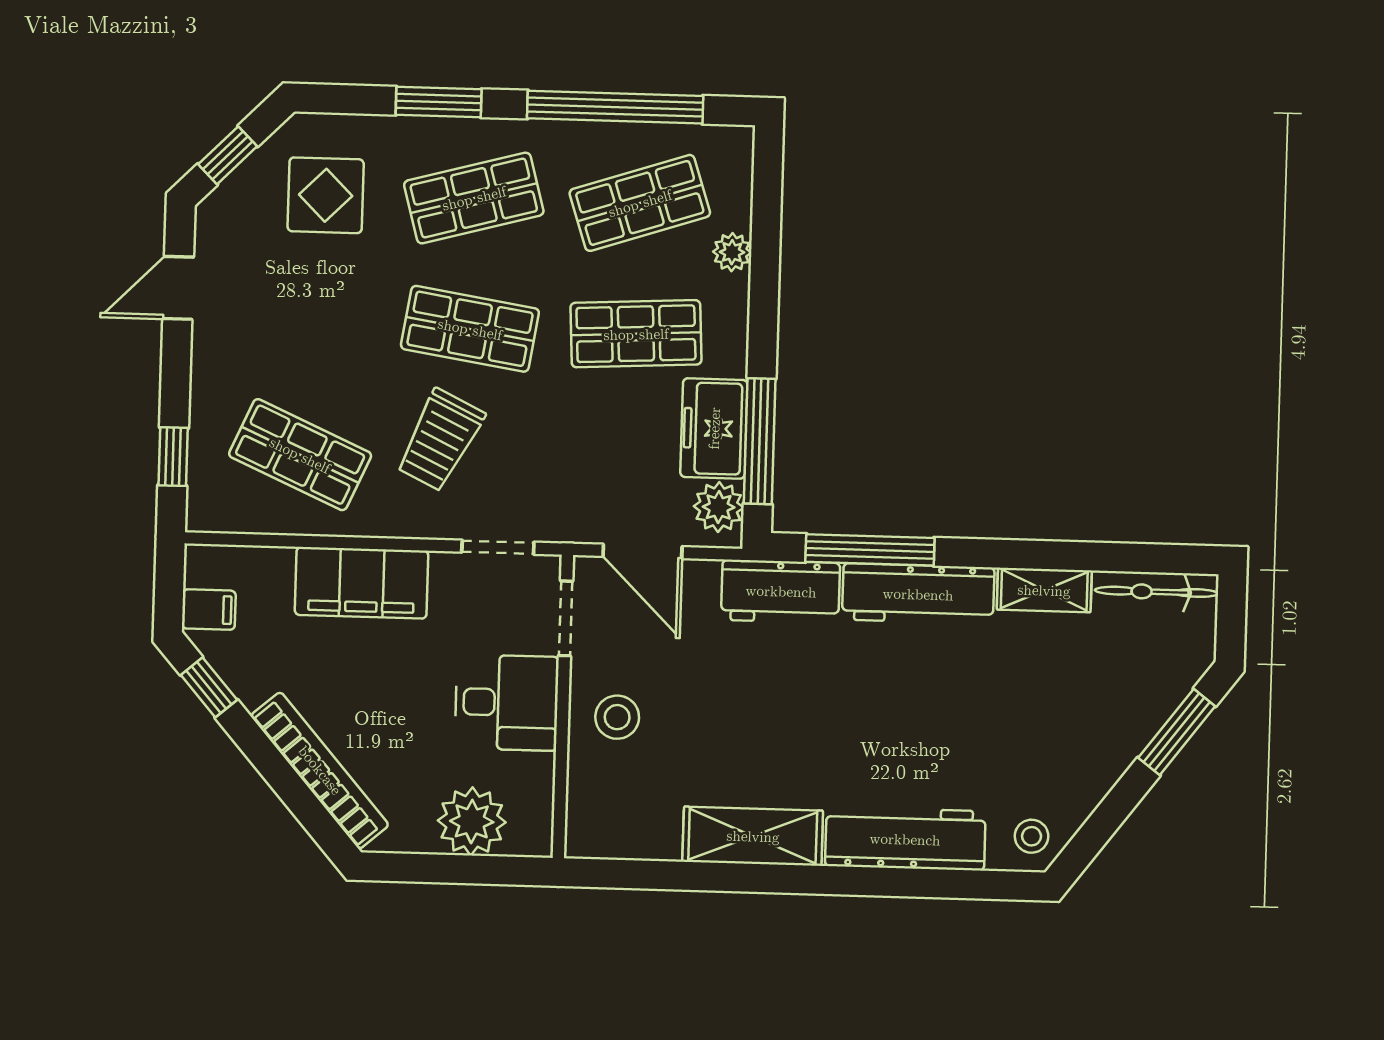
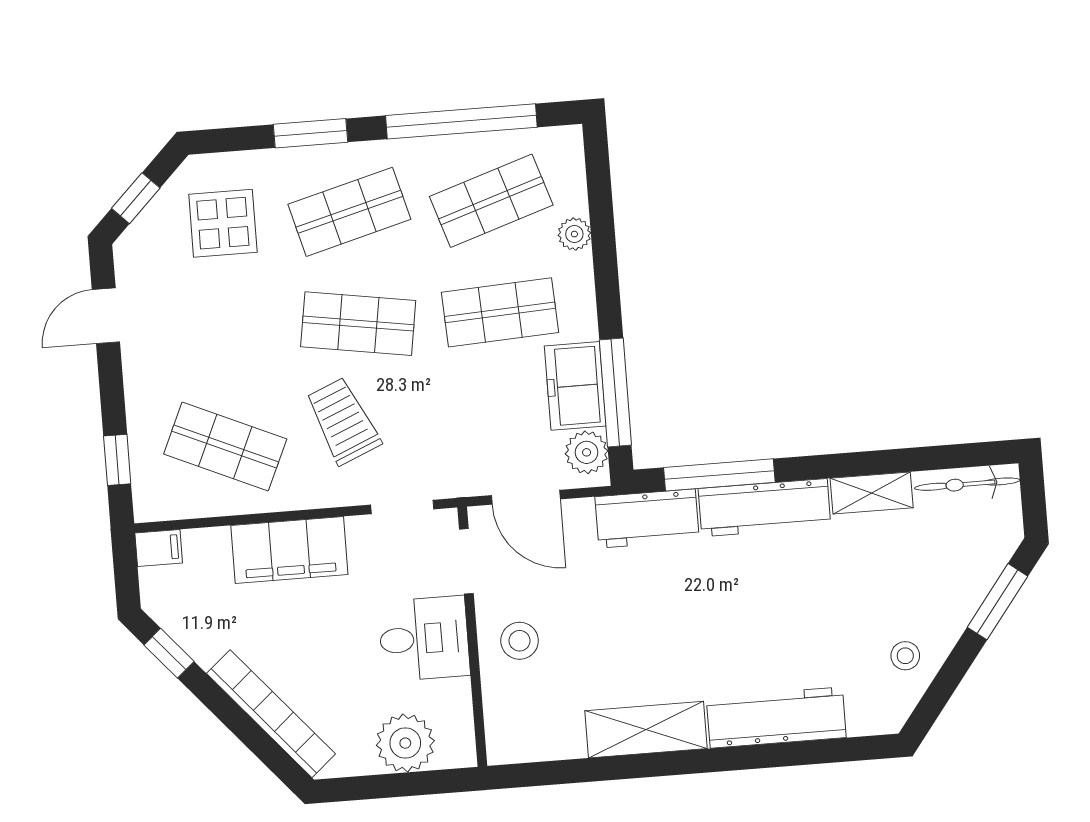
trolley: (440, 440) -> (343, 421), turned 131
filing cabinet: (209, 610) -> (159, 548), moved
stool: (1032, 836) -> (905, 656), moved

